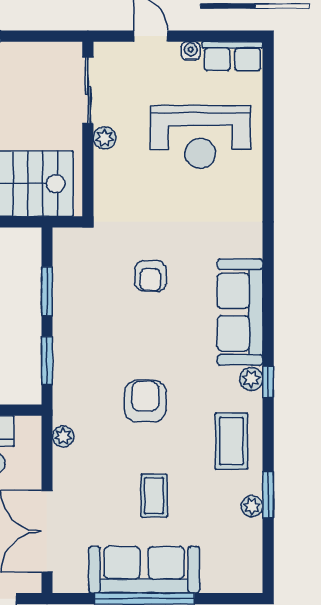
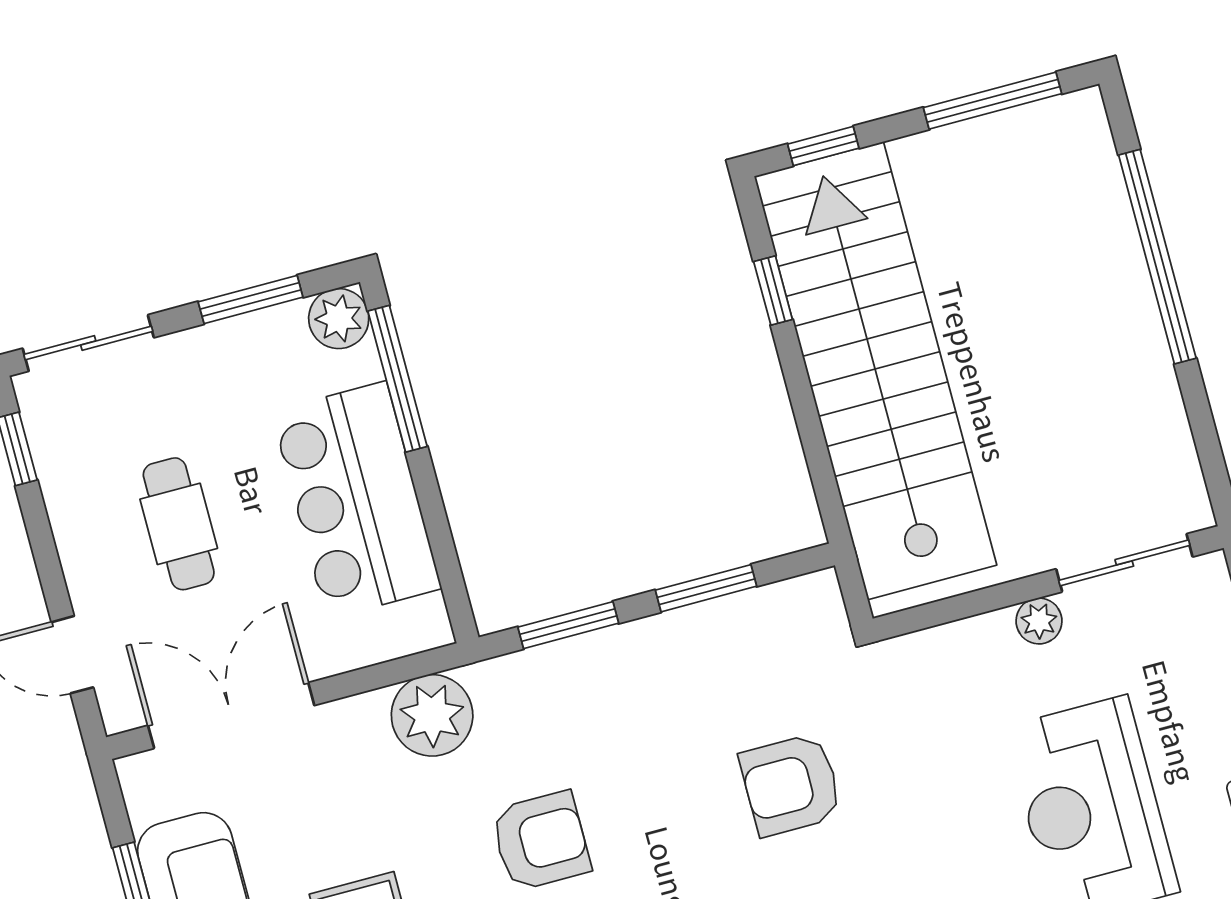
armchair: (150, 276) -> (791, 785), width x1.38, depth x1.38
plant: (63, 436) -> (432, 715), width x1.88, depth x1.88

